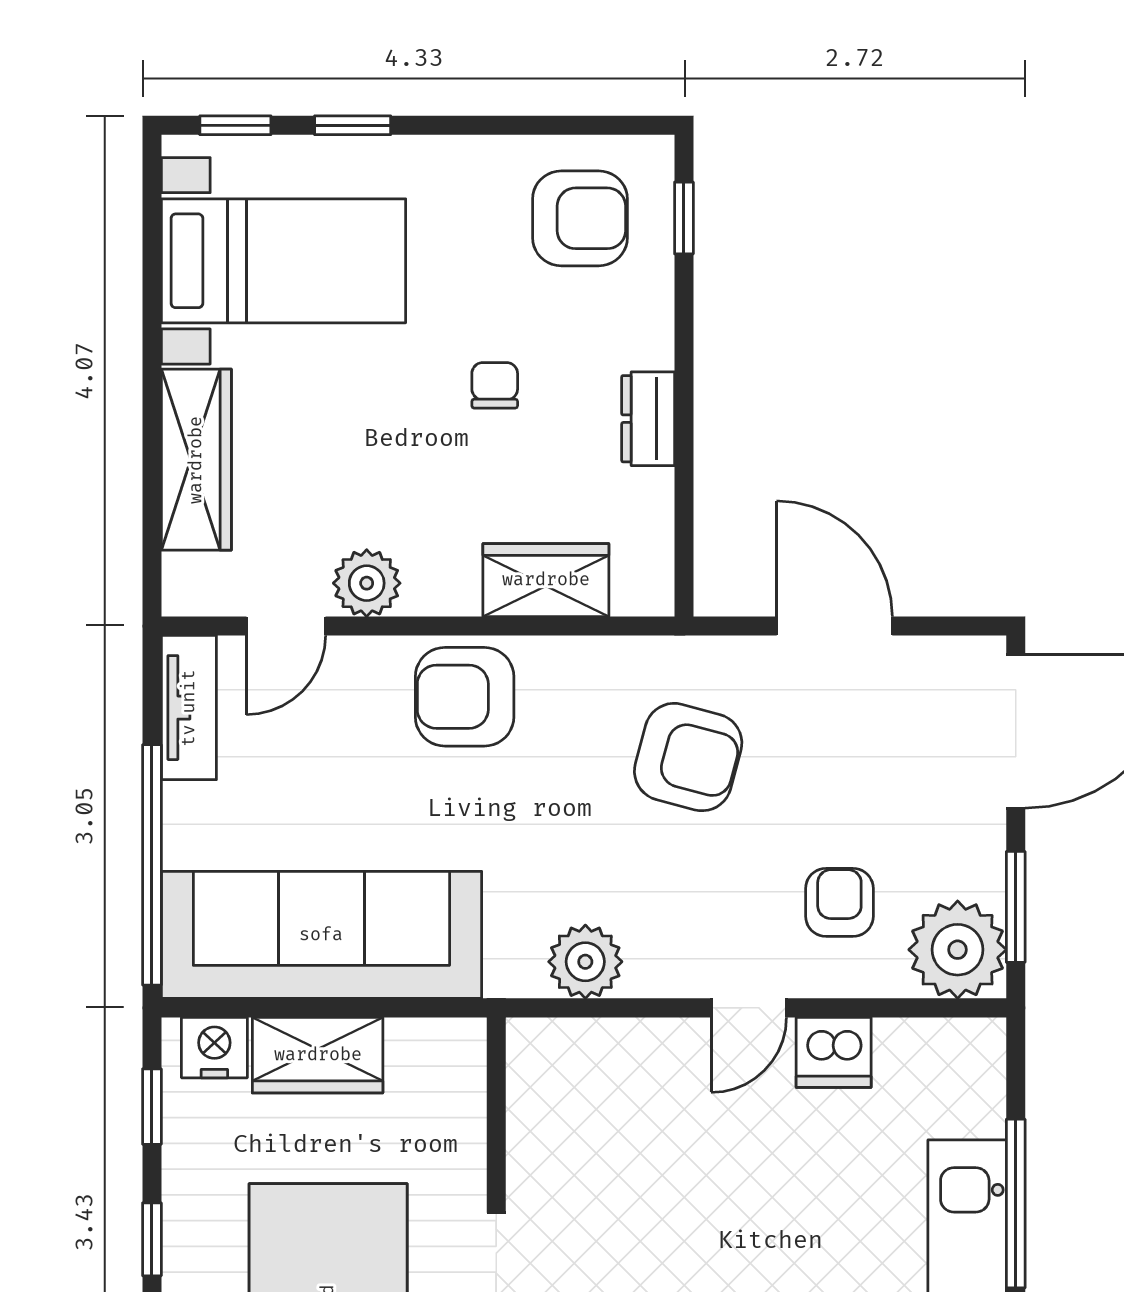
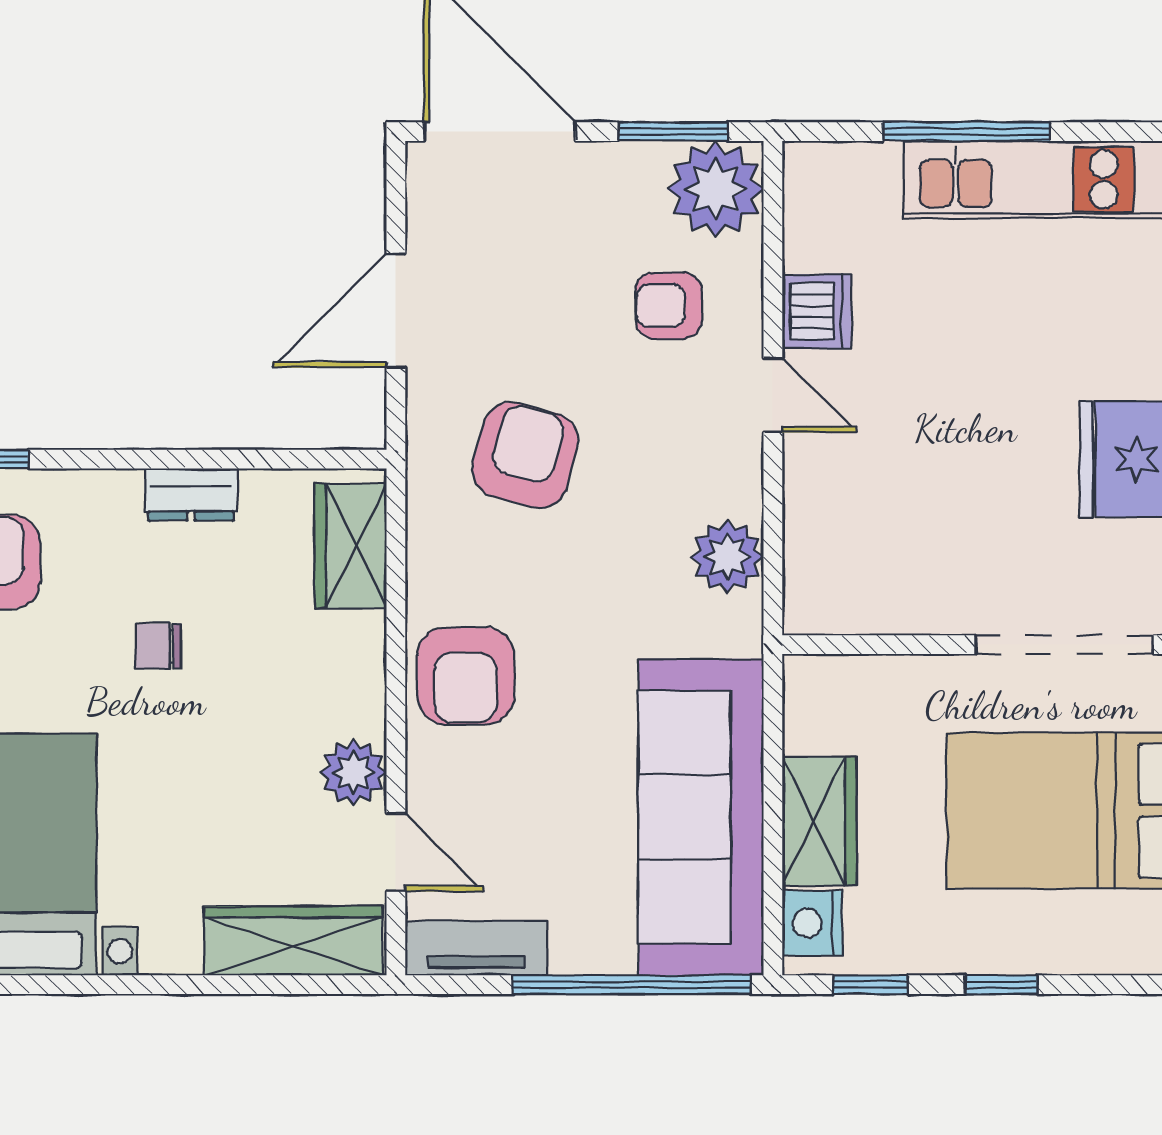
wardrobe: (196, 460) -> (294, 941), moved
wardrobe: (546, 580) -> (350, 546), moved

